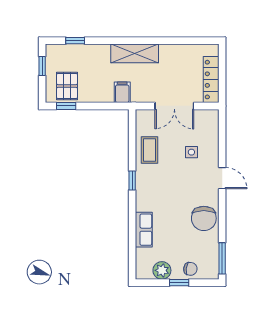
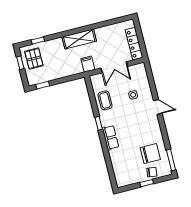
pallet: (67, 86) -> (34, 59), moved
filing cabinet: (122, 92) -> (88, 64), moved
chair: (204, 218) -> (150, 154), moved, turned -90
row of seats: (144, 230) -> (110, 138), moved
plant: (162, 270) -> (133, 178), removed

